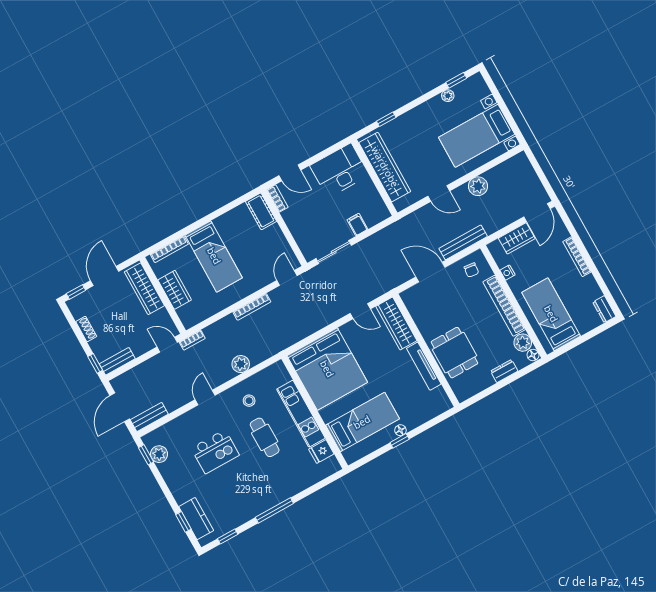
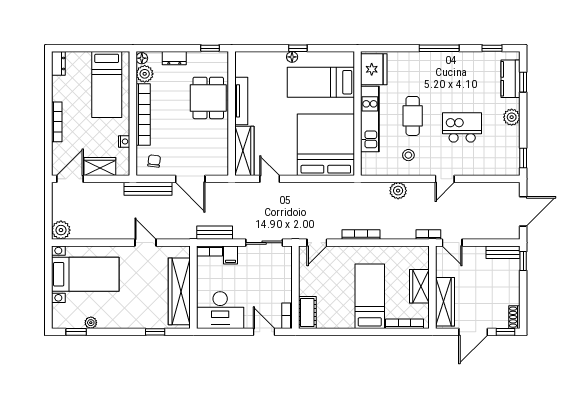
plant: (478, 186) -> (61, 230), moved
bookcase: (378, 218) -> (209, 251), added
shoe rack: (86, 329) -> (514, 317), moved
window: (478, 397) -> (210, 48), added
bench: (149, 417) -> (215, 233), moved
fridge: (321, 451) -> (374, 69), width x1.88, depth x1.34
plant: (159, 454) -> (512, 117), moved

